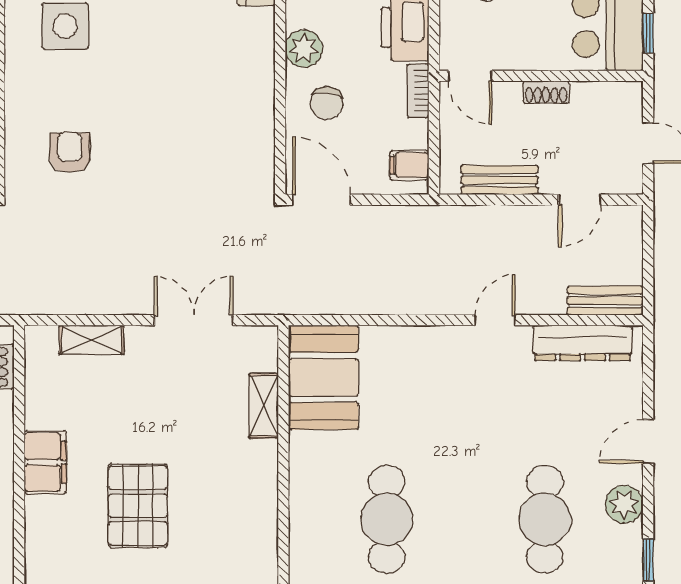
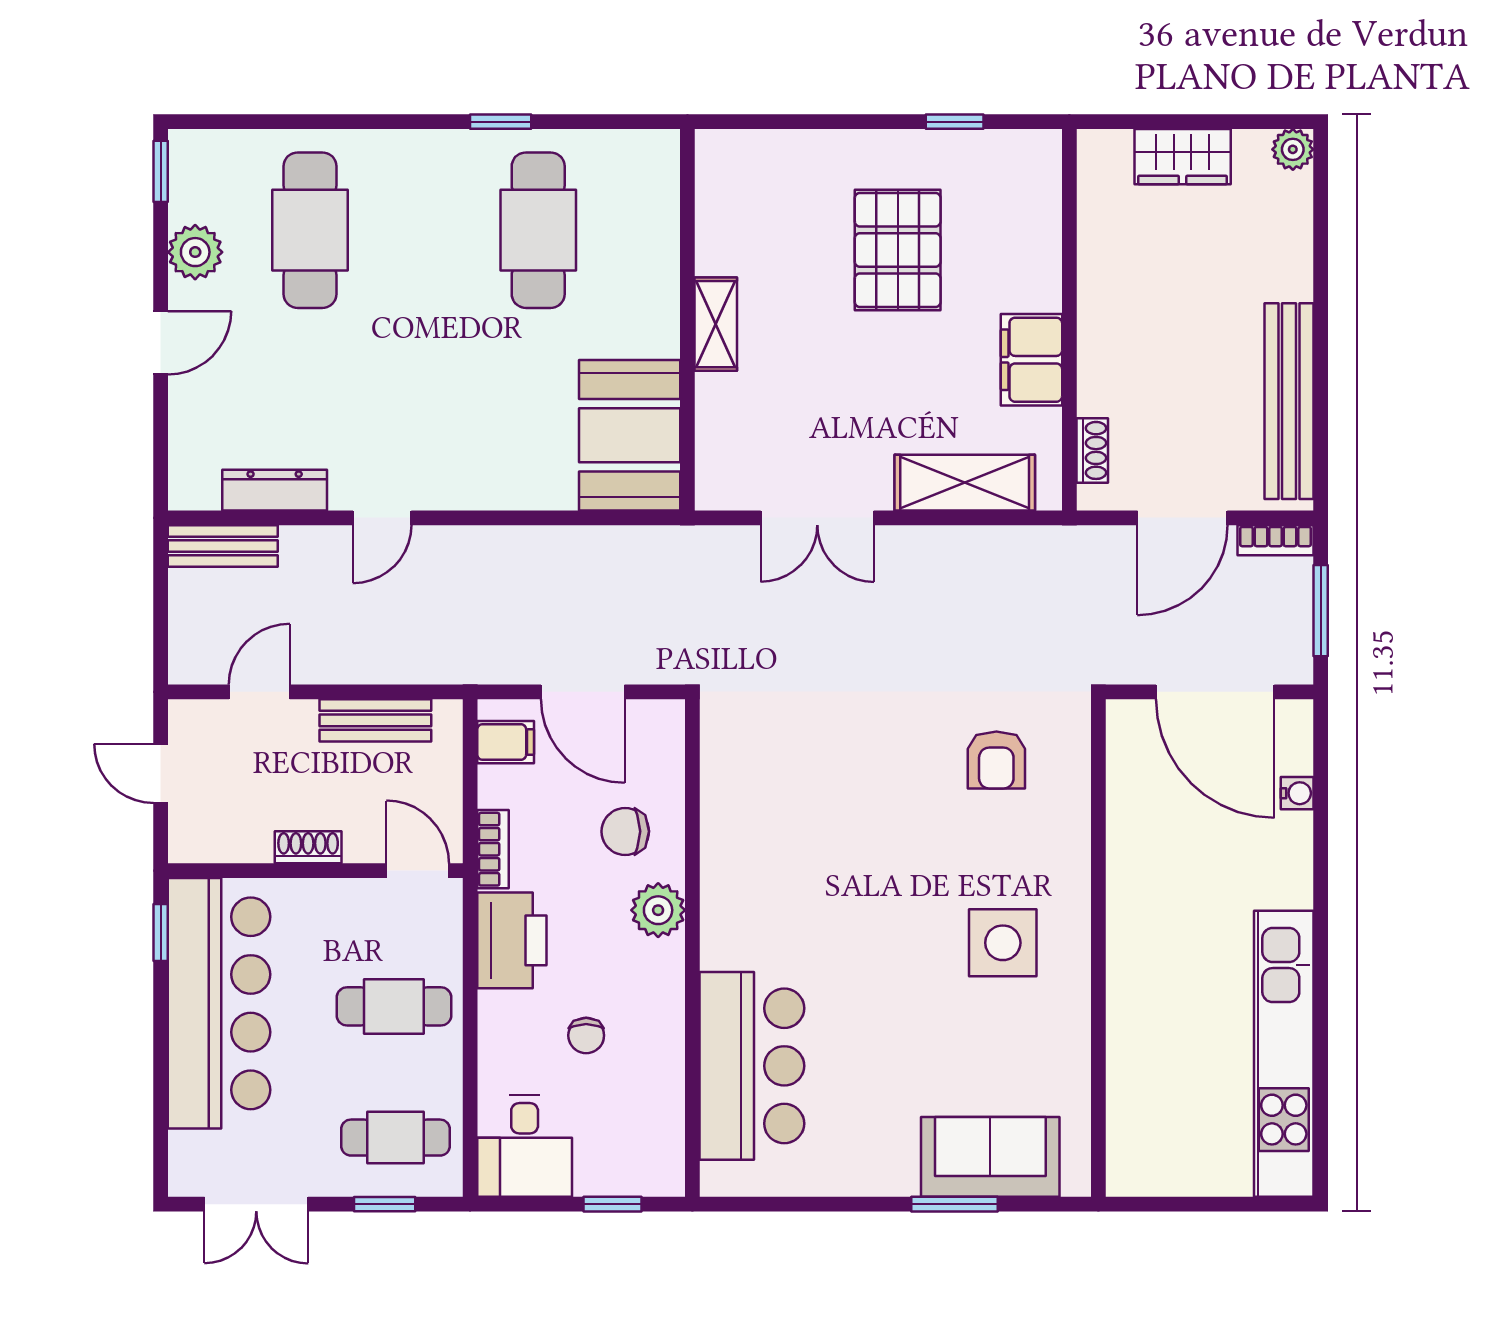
chair: (327, 103) -> (625, 831), turned -96
door: (321, 200) -> (583, 692), moved
shelving: (92, 340) -> (965, 483), width x1.50, depth x1.33
dresser: (583, 343) -> (275, 490), width x0.73, depth x0.80
shelving: (264, 406) -> (716, 324), moved
filing cabinet: (45, 462) -> (1032, 360), moved

